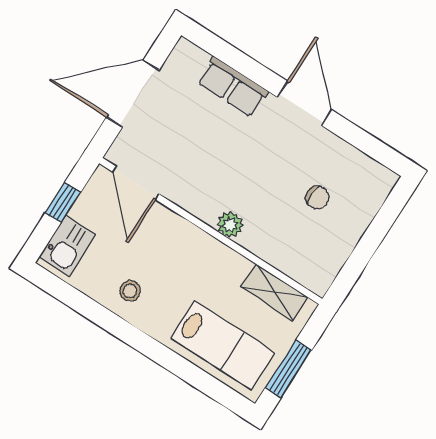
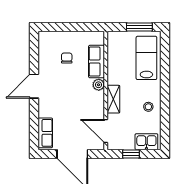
row of seats: (233, 87) -> (45, 133), moved
door: (136, 183) -> (106, 131), swing flipped
row of seats: (276, 249) -> (97, 62), added
shelving: (274, 292) -> (113, 99), moved

